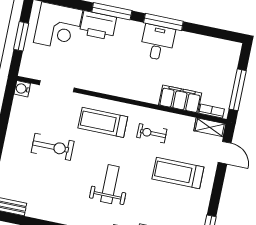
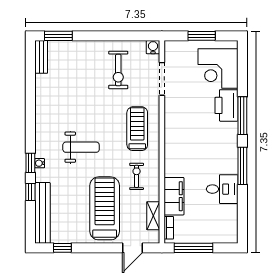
desk: (157, 42) -> (222, 189), moved
shelving: (210, 127) -> (153, 216), moved
exercise bike: (53, 147) -> (118, 70), moved
treadmill: (178, 173) -> (105, 208), width x1.37, depth x1.38

